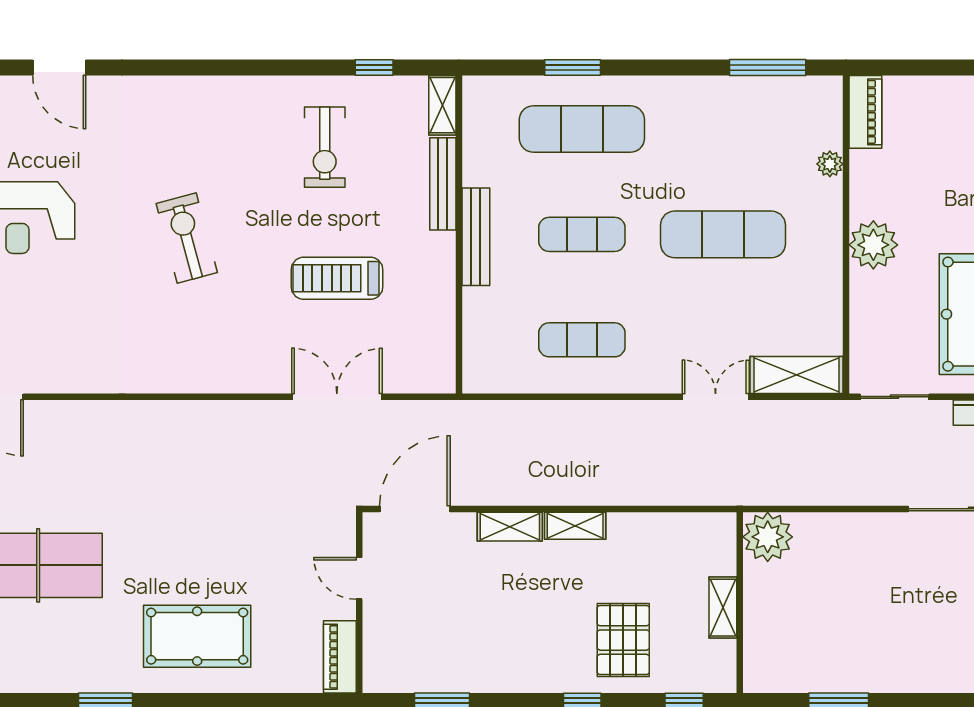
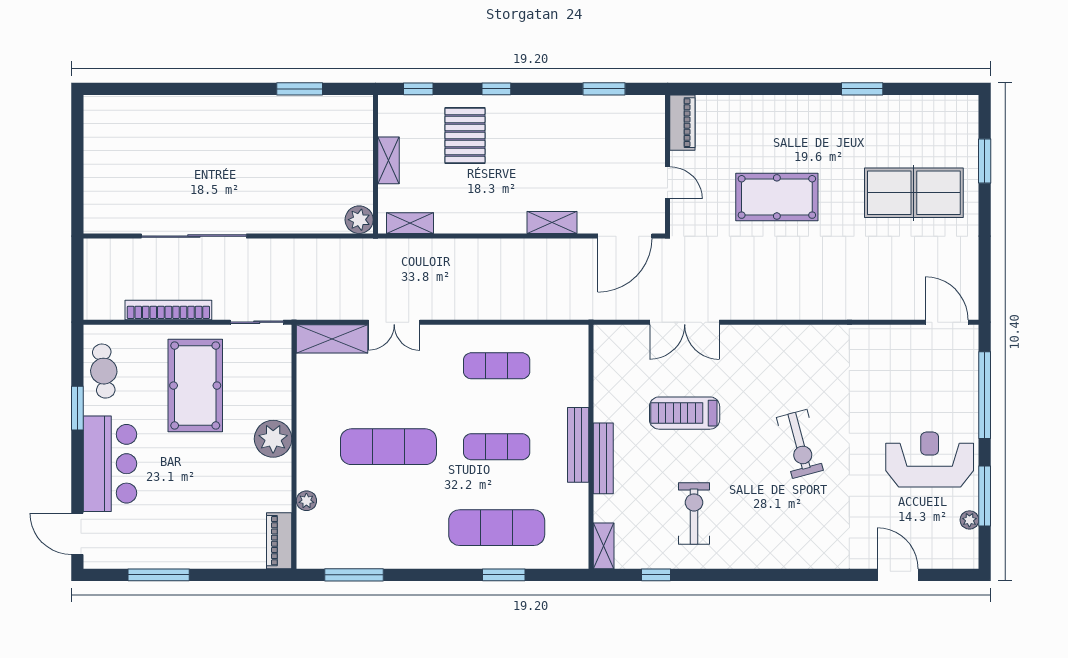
bench: (443, 184) -> (603, 458), moved
treadmill: (337, 278) -> (685, 413), turned 180
shelving: (575, 526) -> (410, 223), moved
plant: (768, 537) -> (359, 220), width x0.73, depth x0.73
pool table: (197, 636) -> (777, 197), moved

